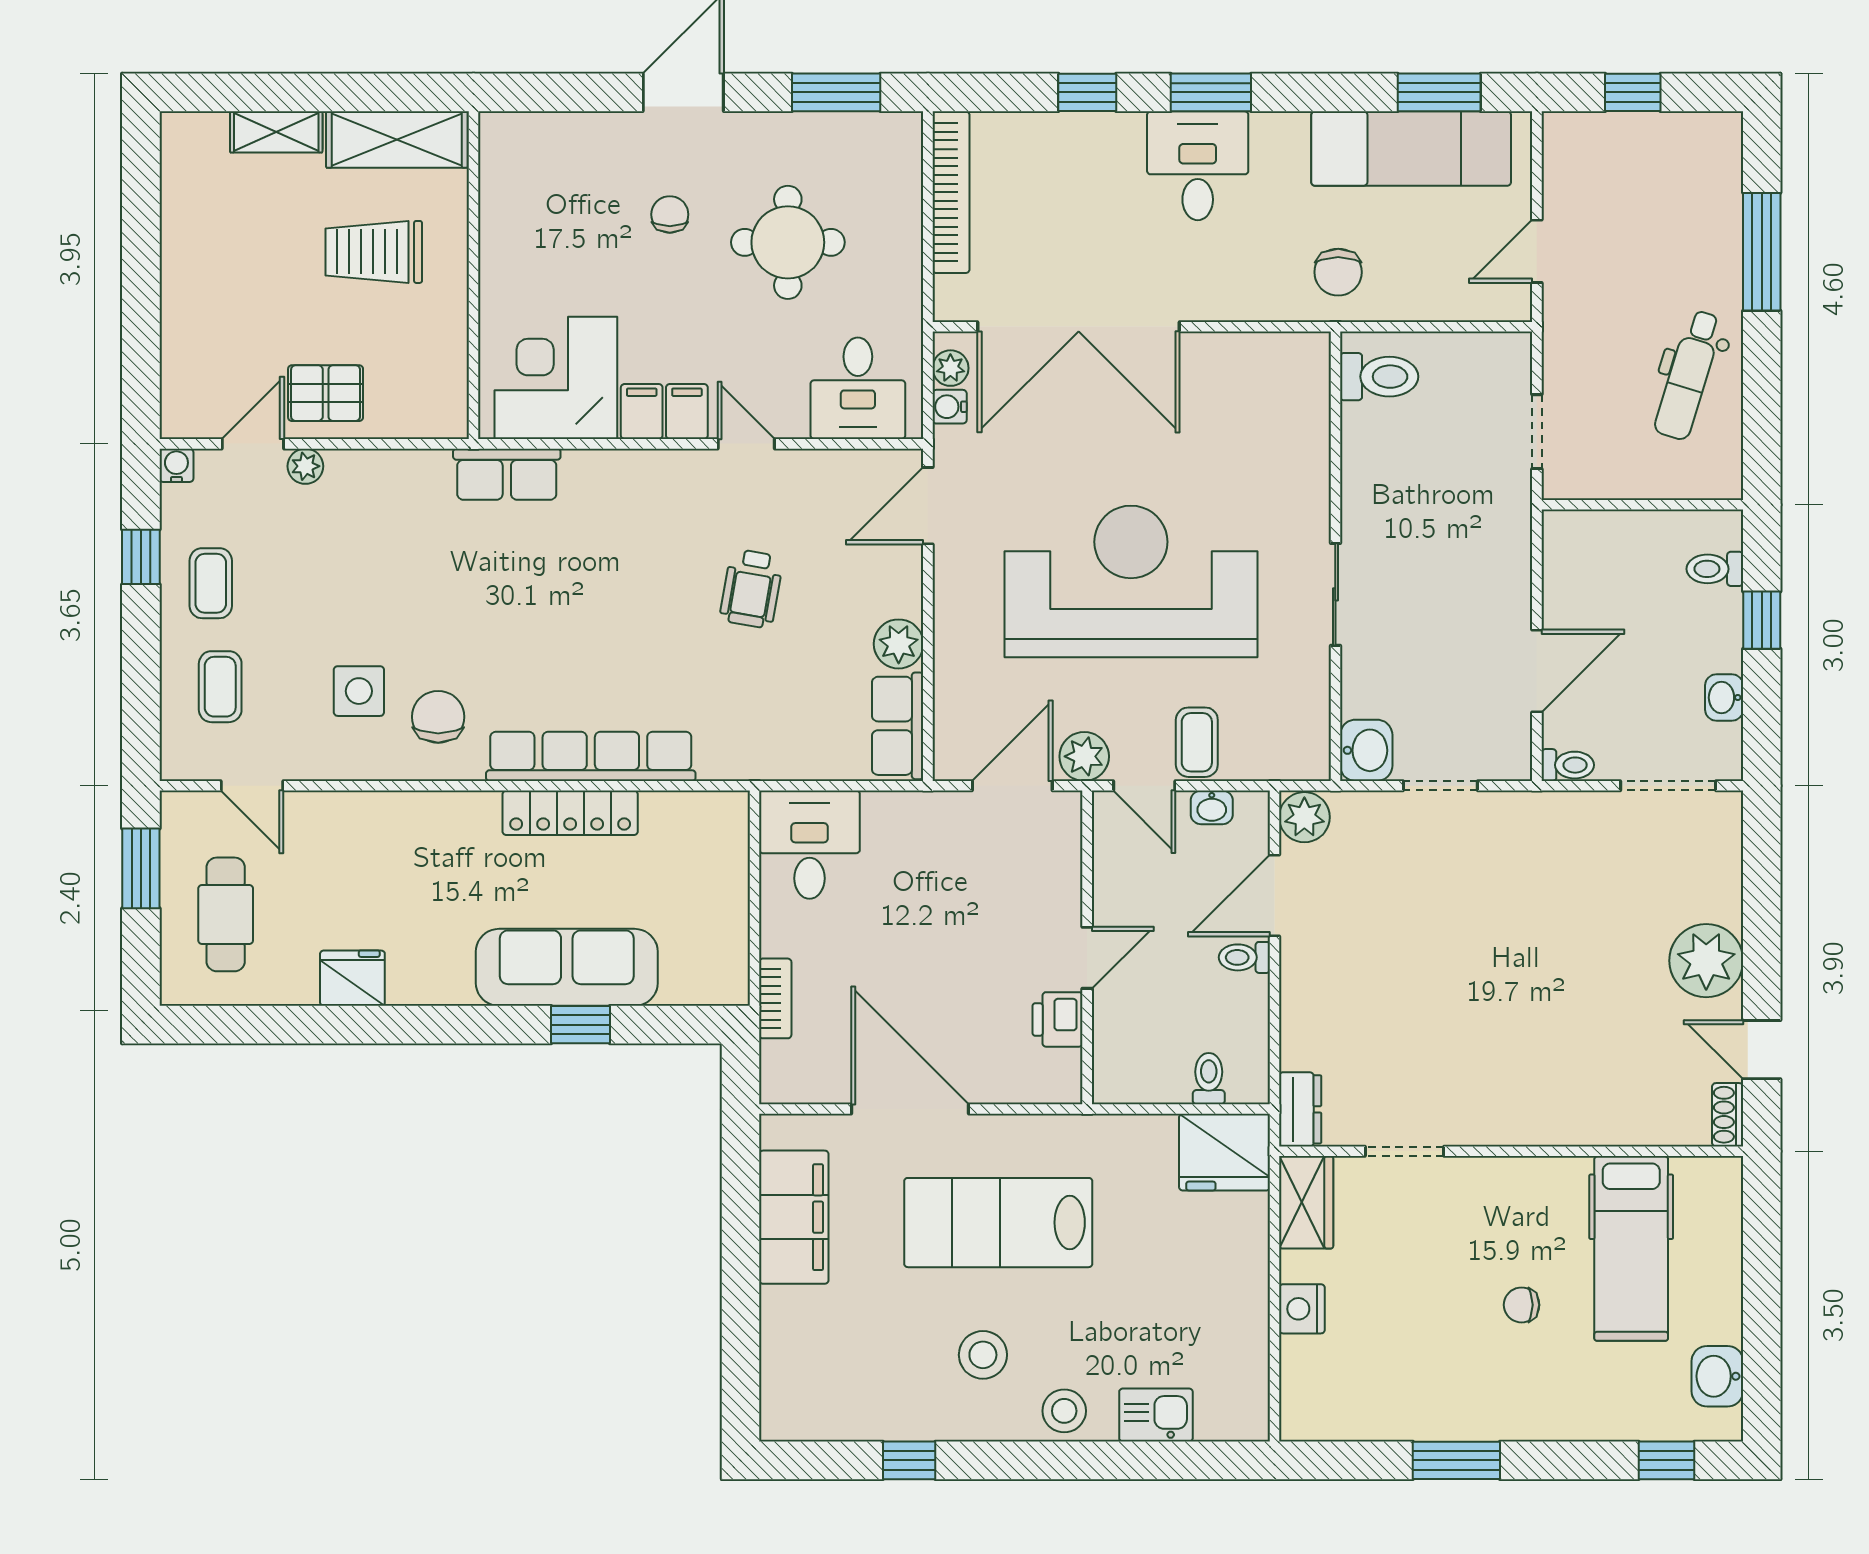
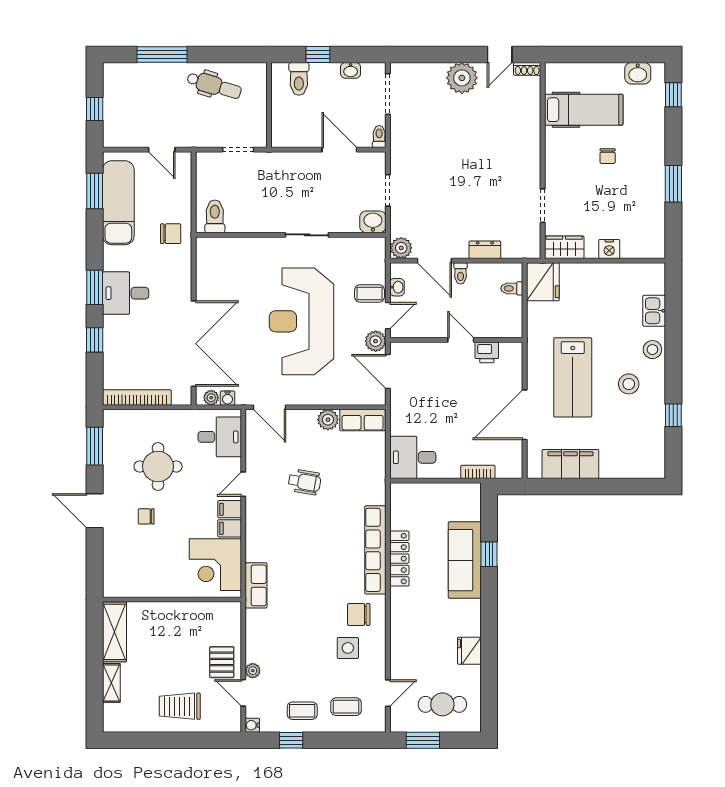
trolley: (374, 252) -> (180, 706), moved, turned 90
toilet: (1715, 569) -> (299, 79), width x1.37, depth x1.39
dresser: (1300, 1109) -> (485, 250), moved

